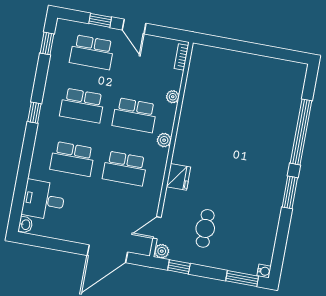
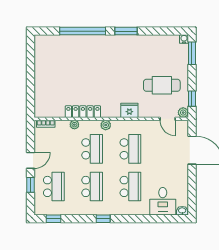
locker: (189, 112) -> (83, 112), added
cafe table: (205, 228) -> (162, 85), width x1.37, depth x1.35

